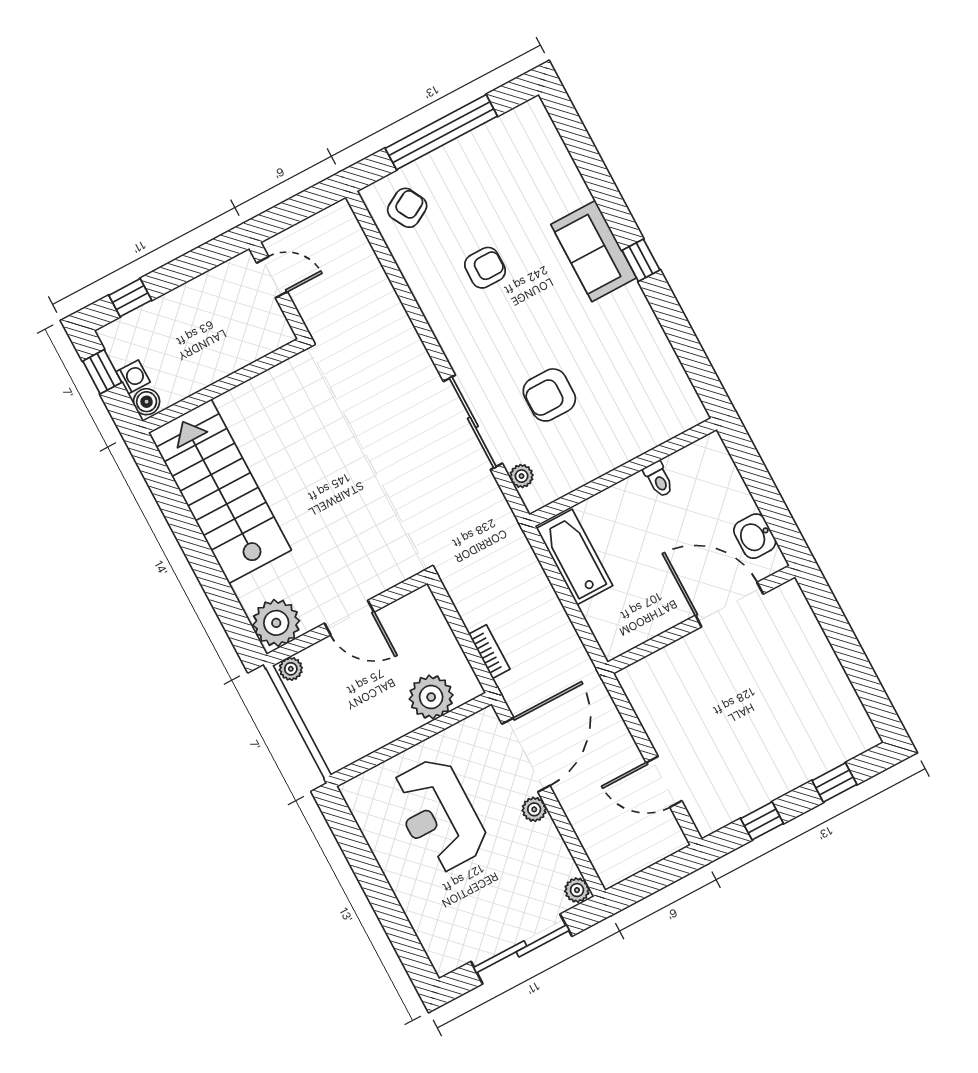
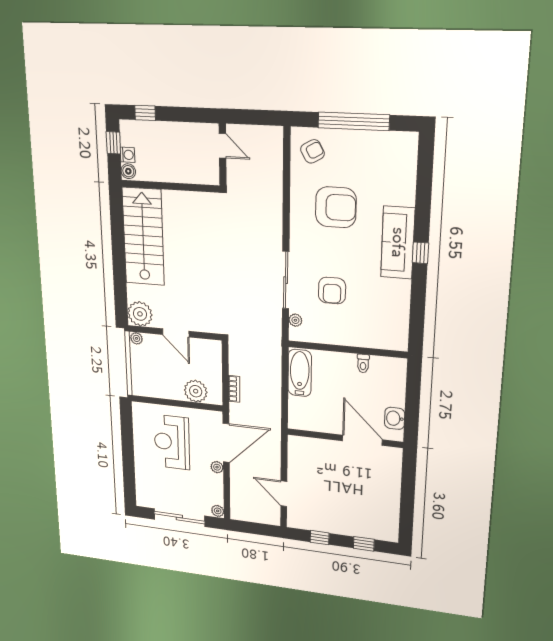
sofa: (594, 251) -> (398, 243), width x1.36
armchair: (485, 268) -> (336, 207), width x1.88, depth x1.88
armchair: (549, 395) -> (332, 291), turned -90

